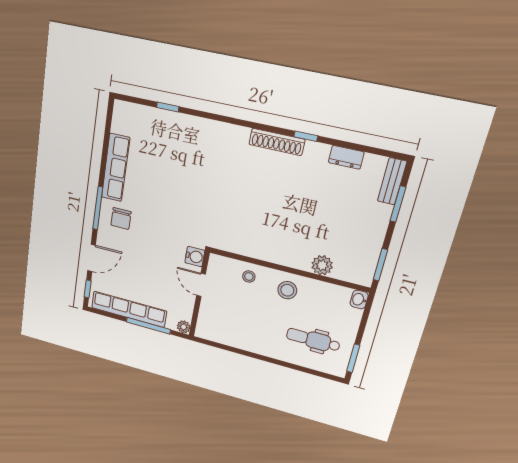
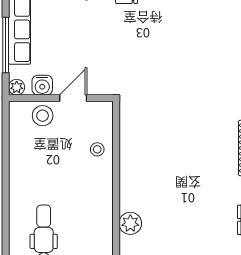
water cooler: (195, 257) -> (42, 85), moved
stool: (287, 290) -> (43, 116), moved

